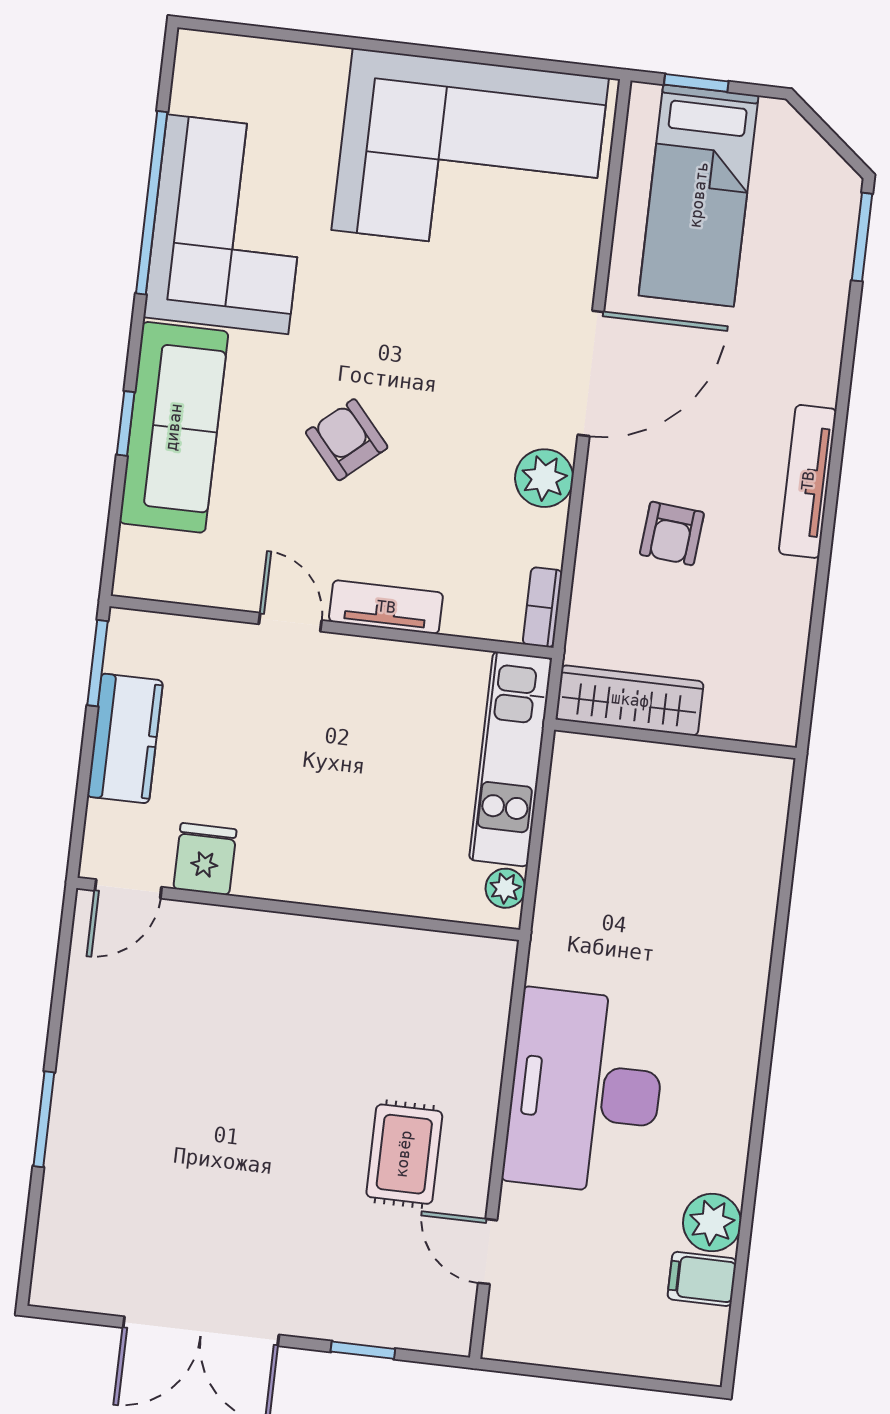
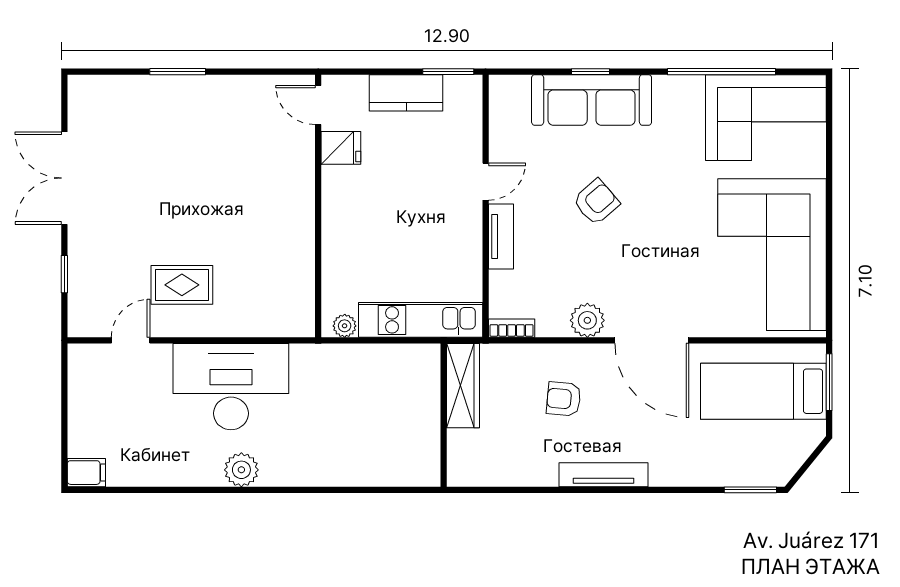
window: (696, 83) -> (829, 382), width x1.50
corner sofa: (228, 224) -> (766, 118), moved
plant: (712, 1223) -> (241, 470), moved
filing cabinet: (702, 1279) -> (86, 473), moved, turned 90

